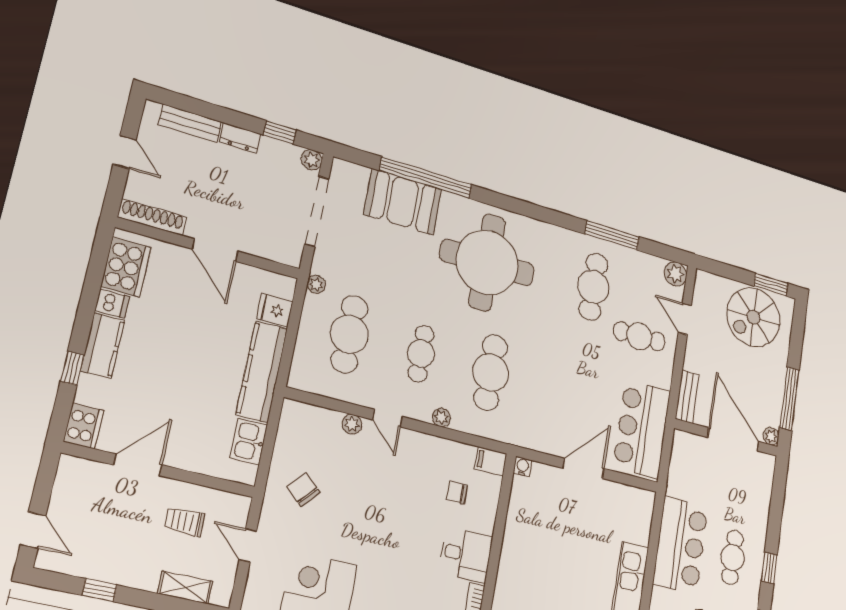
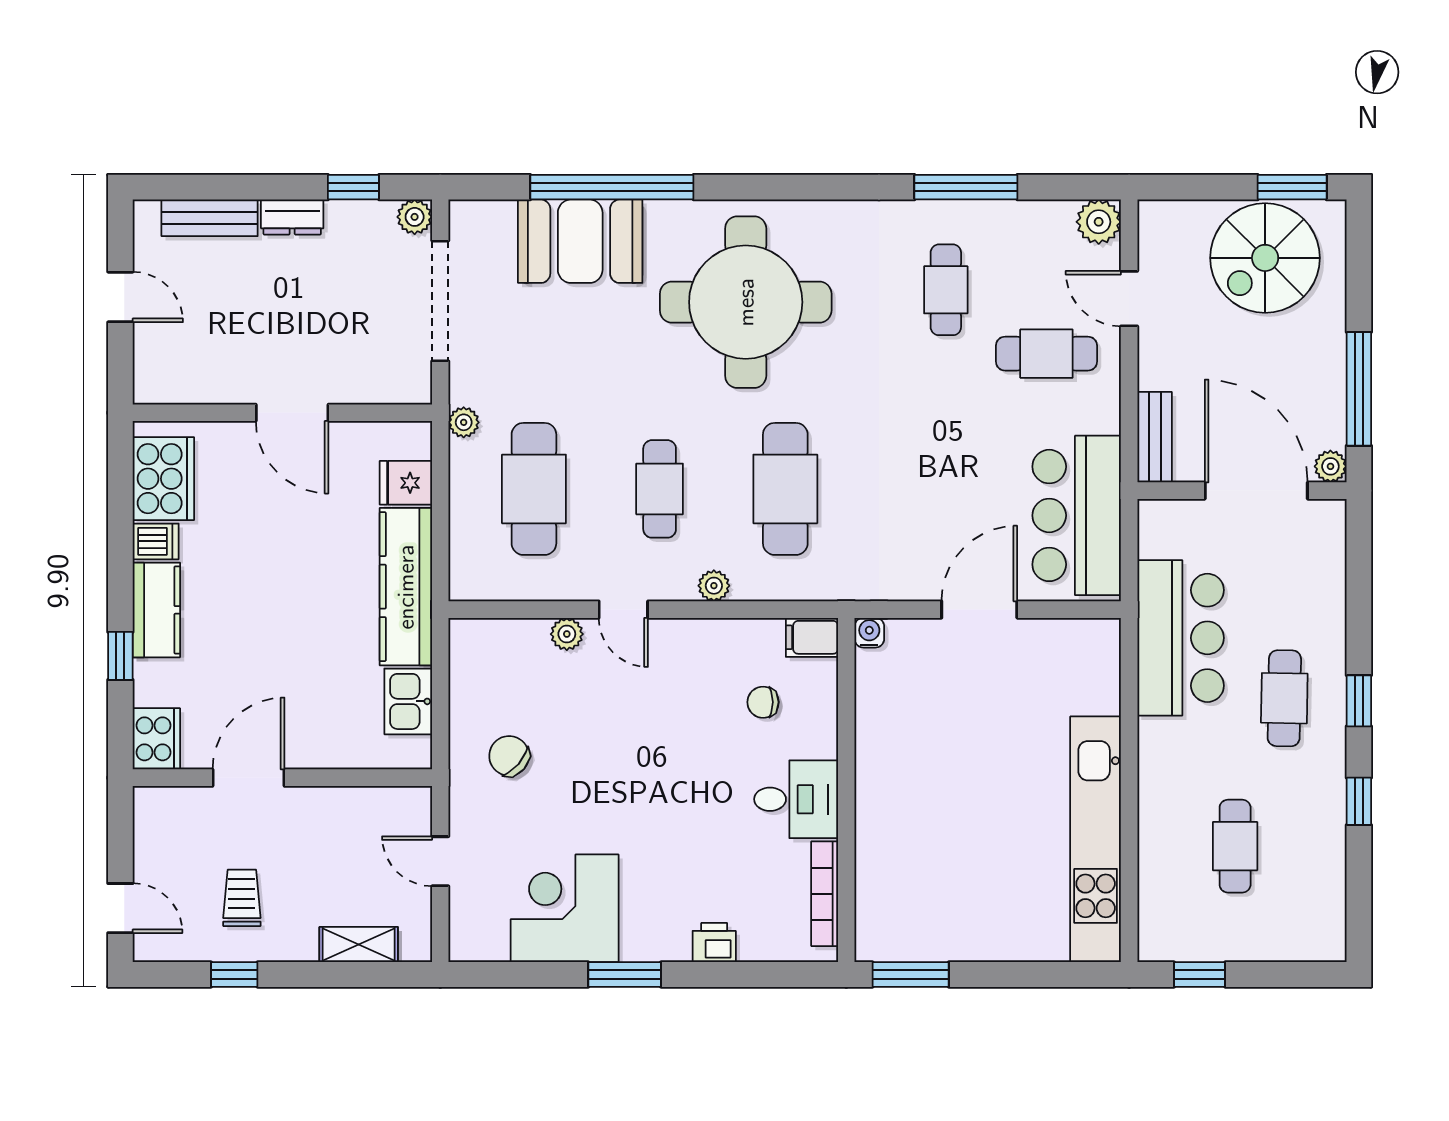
shoe rack: (152, 217) -> (185, 388), removed
cafe table: (593, 287) -> (946, 290), width x0.73, depth x0.74
trolley: (185, 521) -> (242, 898), moved, turned 90
bar counter: (680, 545) -> (1181, 638), moved

